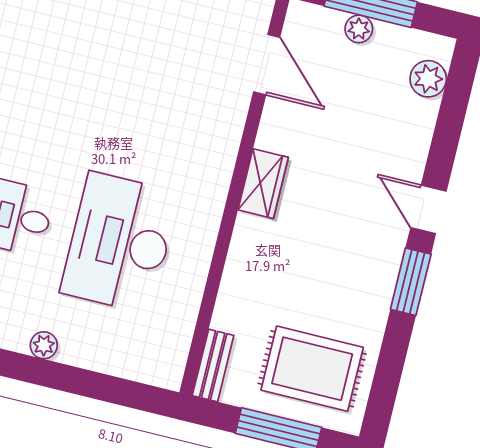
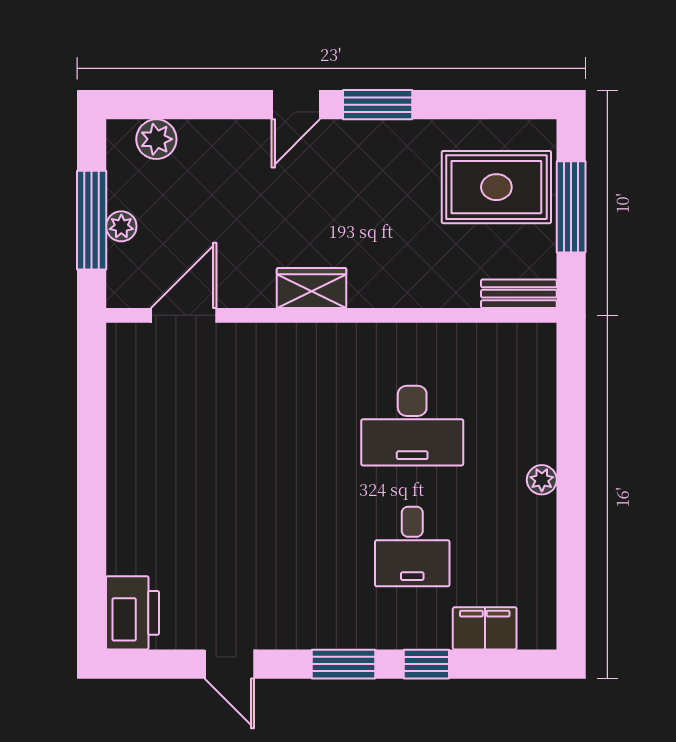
desk: (120, 243) -> (412, 426), width x0.73, depth x0.77
rug: (312, 369) -> (496, 187), turned 90

